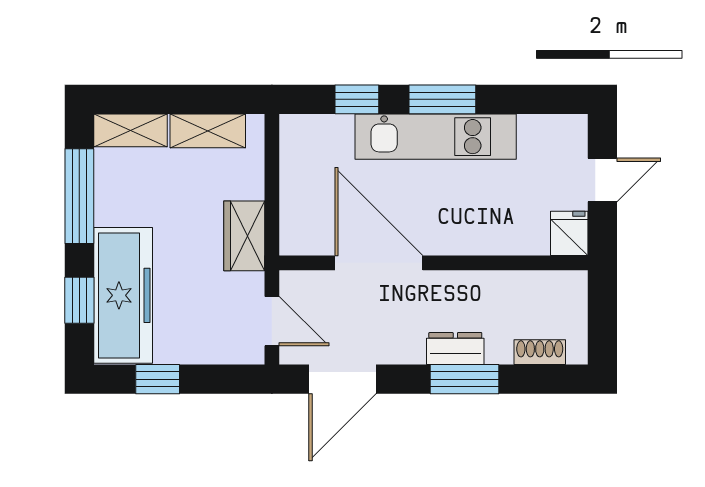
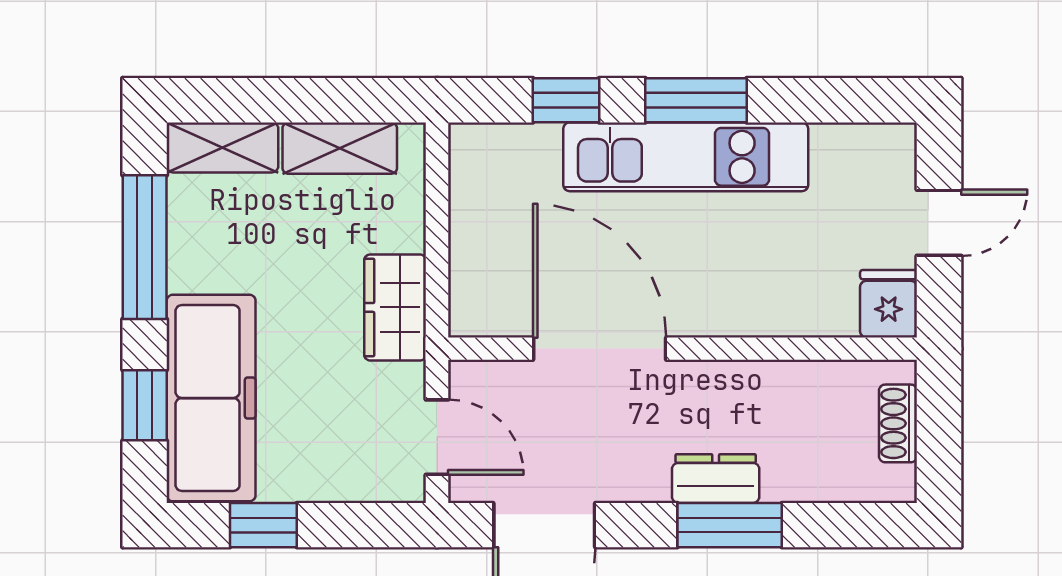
shoe rack: (540, 352) -> (898, 423), moved, turned -90

